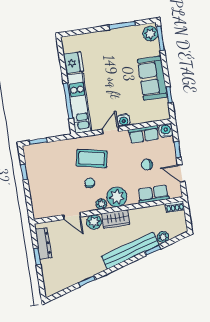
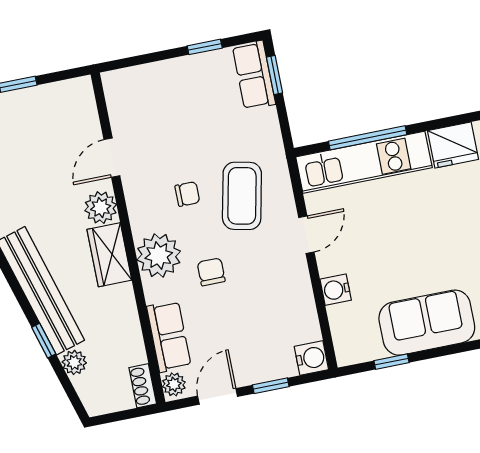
water cooler: (124, 120) -> (336, 290), moved
door: (110, 130) -> (306, 235), hinge flipped
row of seats: (144, 134) -> (254, 75), moved
chair: (147, 164) -> (211, 272), moved
plant: (101, 204) -> (174, 384), moved
dresser: (43, 244) -> (48, 97), removed

